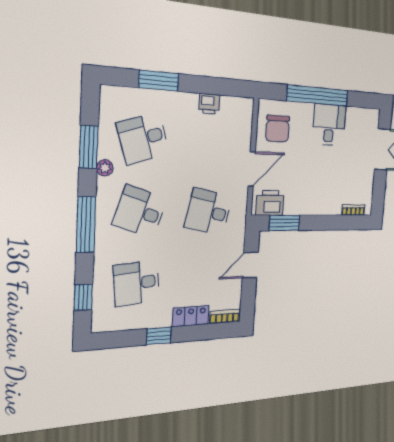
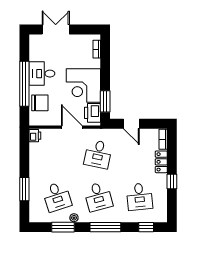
printer: (209, 104) -> (35, 136), moved
chair: (278, 129) -> (40, 103), moved
corner desk: (308, 189) -> (83, 86), added
desk: (140, 212) -> (98, 197), turned -33

